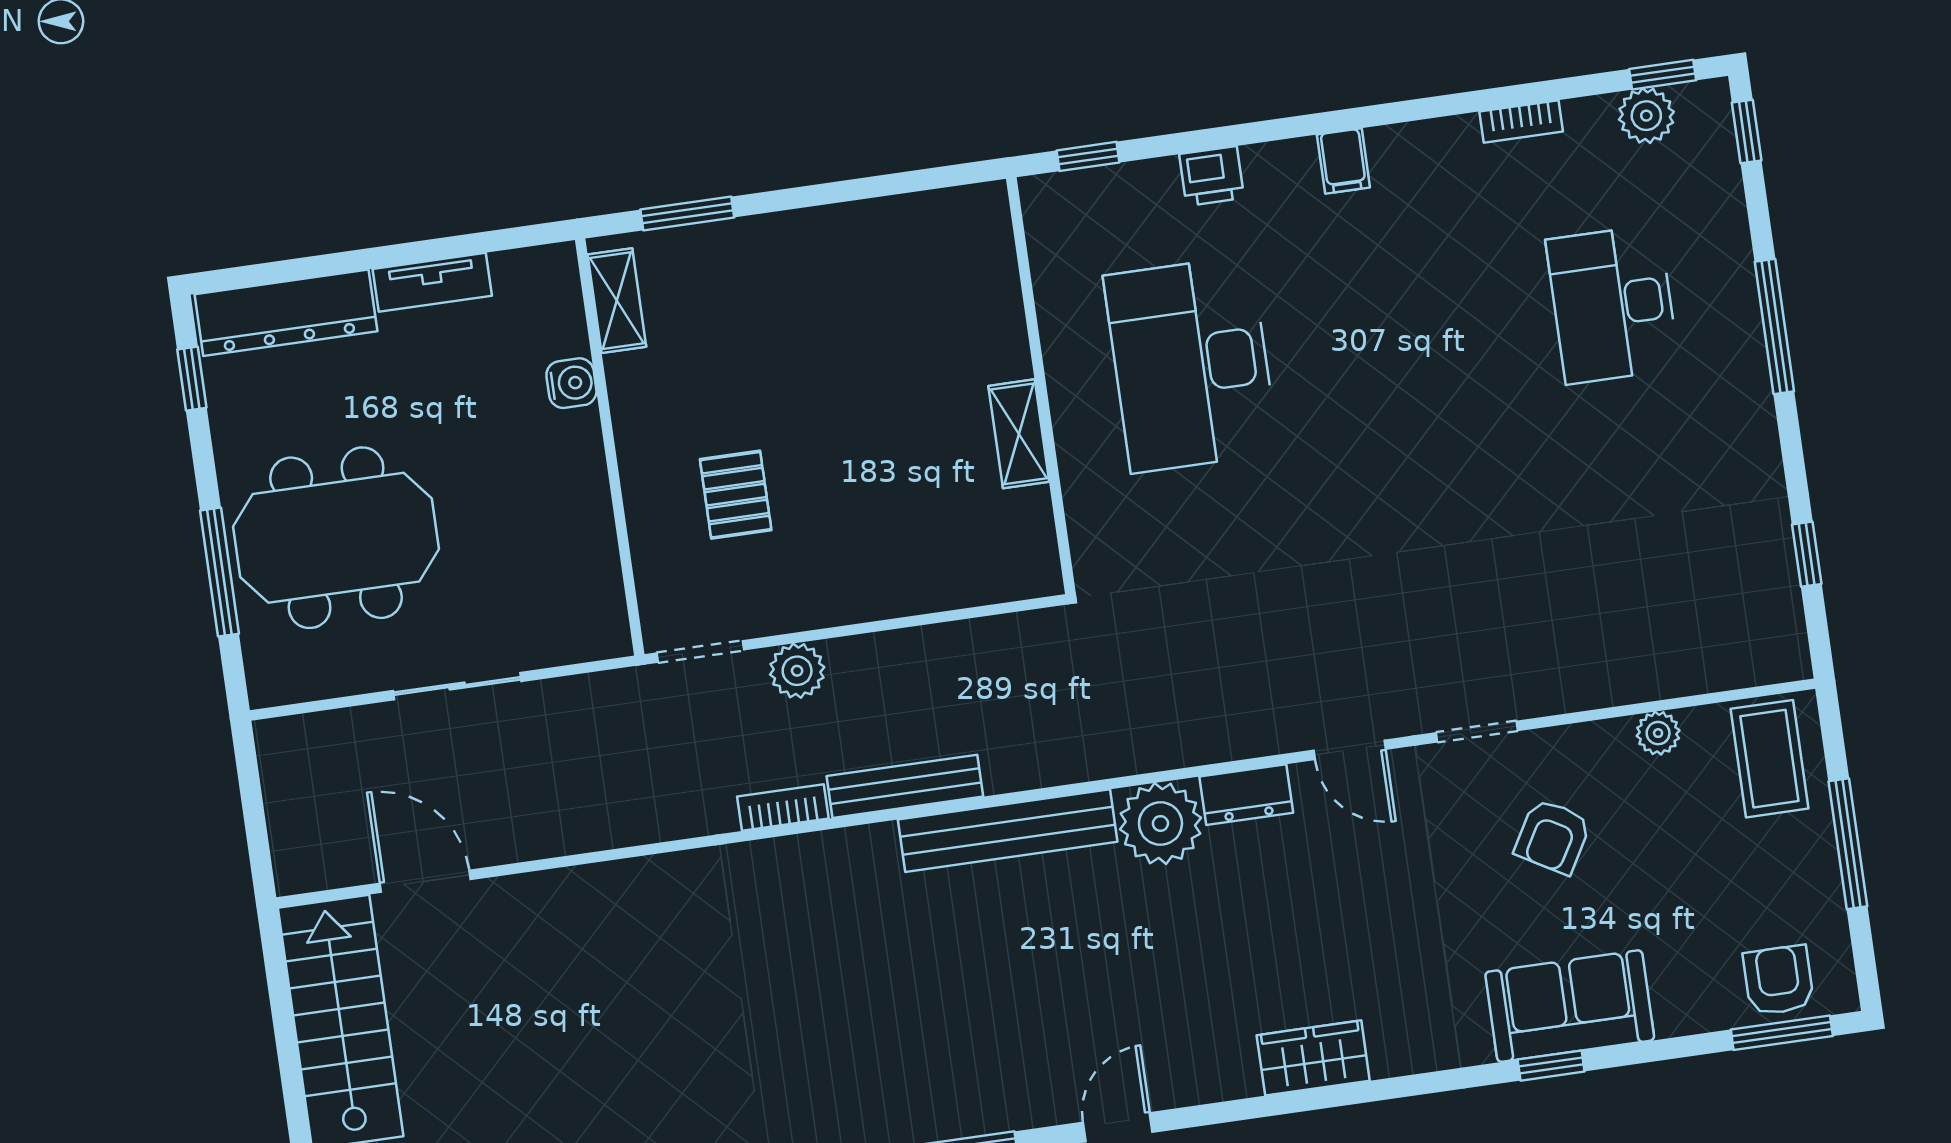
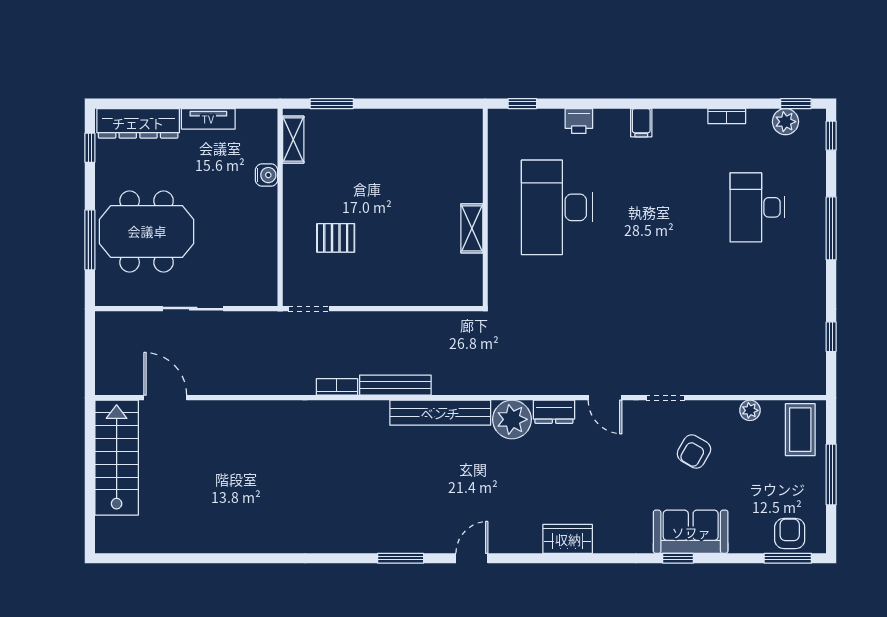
pallet: (736, 495) -> (336, 238), turned 90
plant: (797, 671) -> (353, 324), removed

